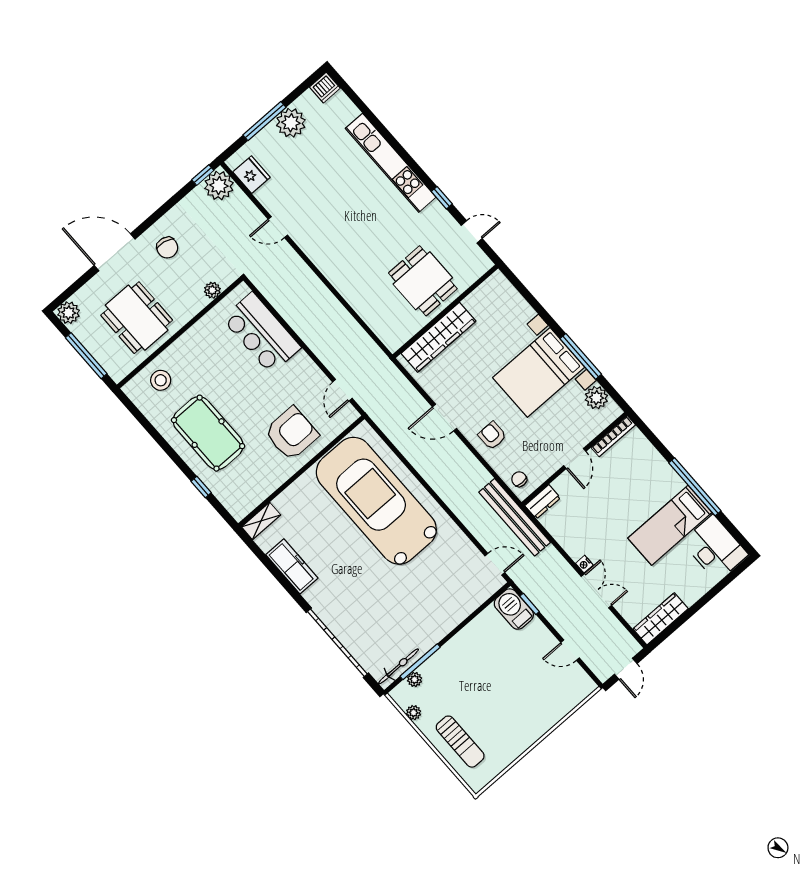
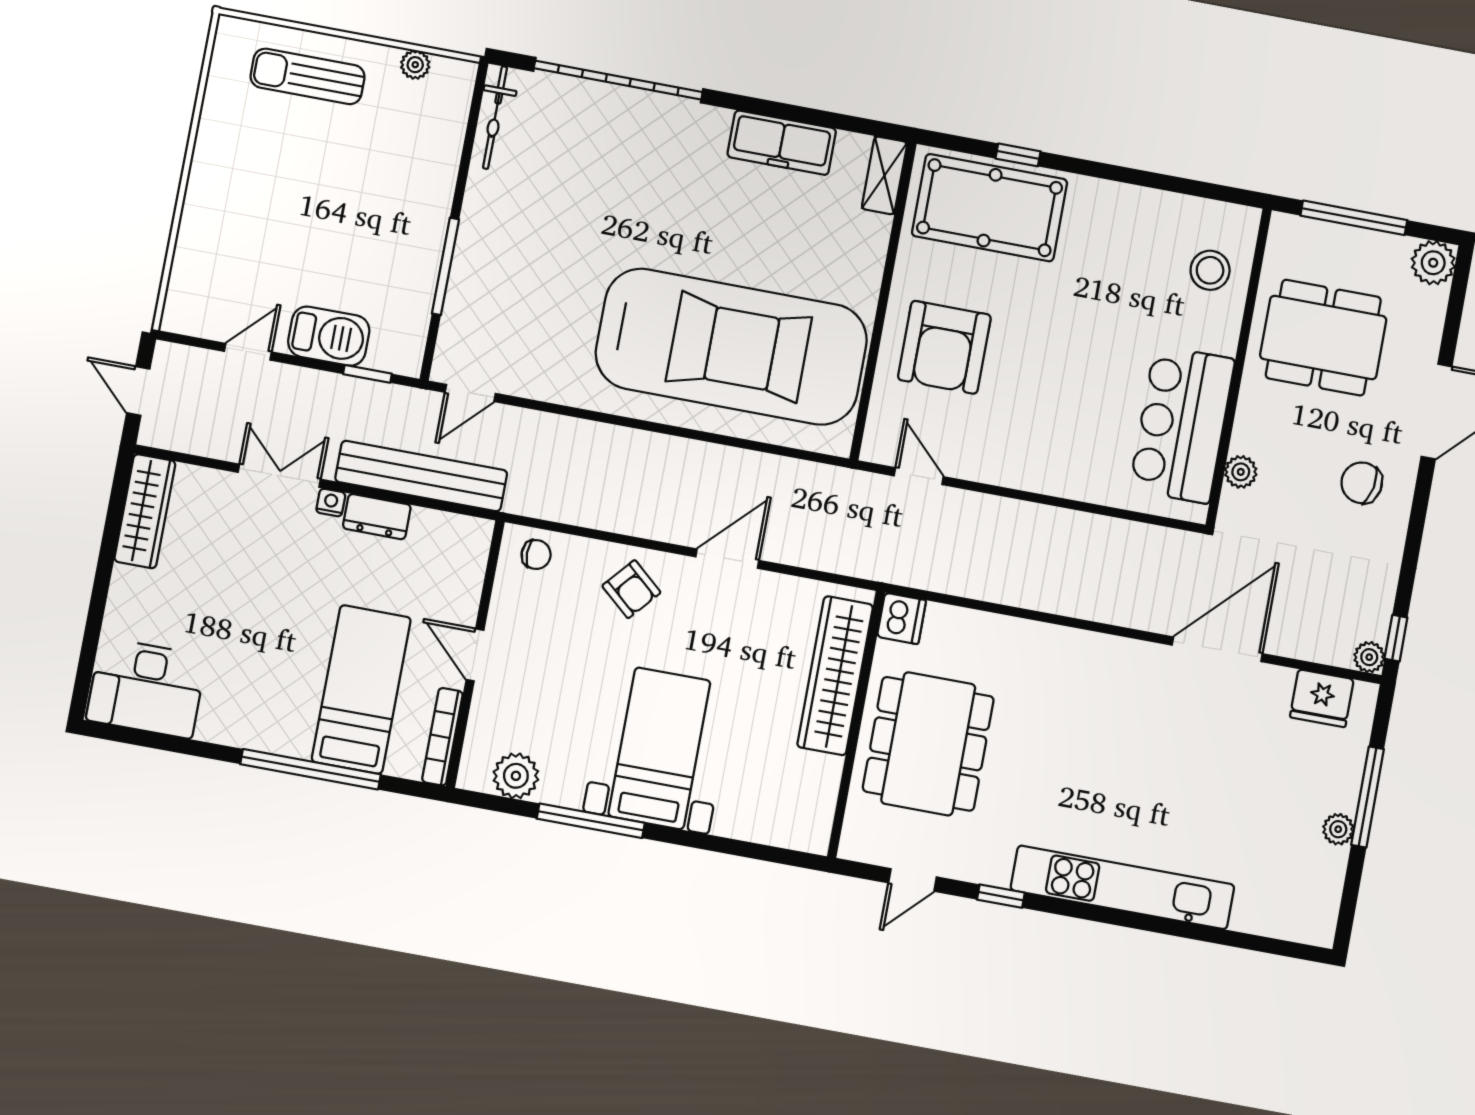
dishwasher: (325, 88) -> (902, 618), moved, turned 180
plant: (291, 123) -> (1338, 829), width x0.53, depth x0.53
plant: (219, 186) -> (1369, 657), width x0.53, depth x0.53
door: (278, 227) -> (1217, 649), width x1.88
dining table: (423, 281) -> (928, 744), width x1.38
bar counter: (262, 333) -> (1182, 424), moved, turned -90
bed with nightstands: (539, 372) -> (659, 748), width x0.73
pool table: (208, 433) -> (990, 208), moved
armchair: (492, 436) -> (631, 589), turned 41
window: (695, 487) -> (311, 769), moved
dresser: (543, 502) -> (377, 517), moved, turned -90
bench: (515, 517) -> (421, 476), moved
bed: (670, 525) -> (361, 689), moved
double door: (596, 591) -> (279, 476), swing flipped
barbecue: (514, 609) -> (329, 336), moved
window: (420, 662) -> (445, 266), moved
plant: (415, 679) -> (454, 117), removed

